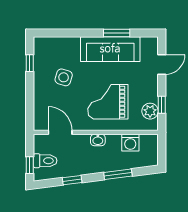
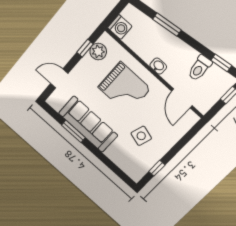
washing machine: (130, 143) -> (120, 27), moved, turned 90
toilet: (45, 161) -> (200, 68), moved, turned -97
window: (72, 180) -> (221, 63), moved

